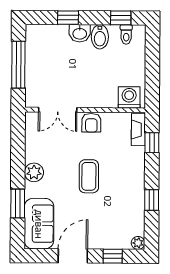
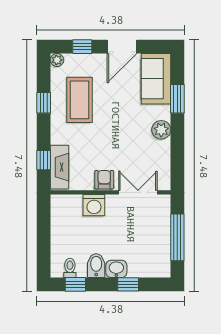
washing machine: (129, 97) -> (94, 205), moved
fireplace: (138, 130) -> (59, 167), width x1.37, depth x1.32
coffee table: (89, 176) -> (80, 100), moved, width x1.36, depth x1.32

